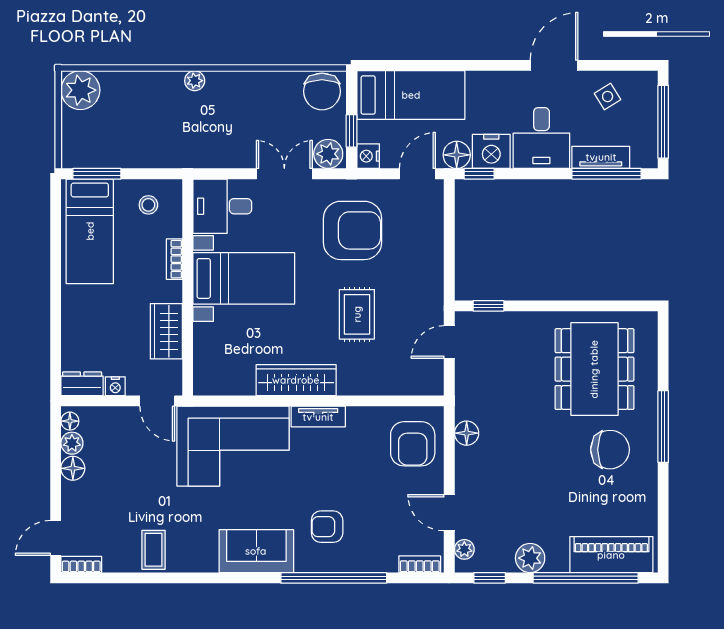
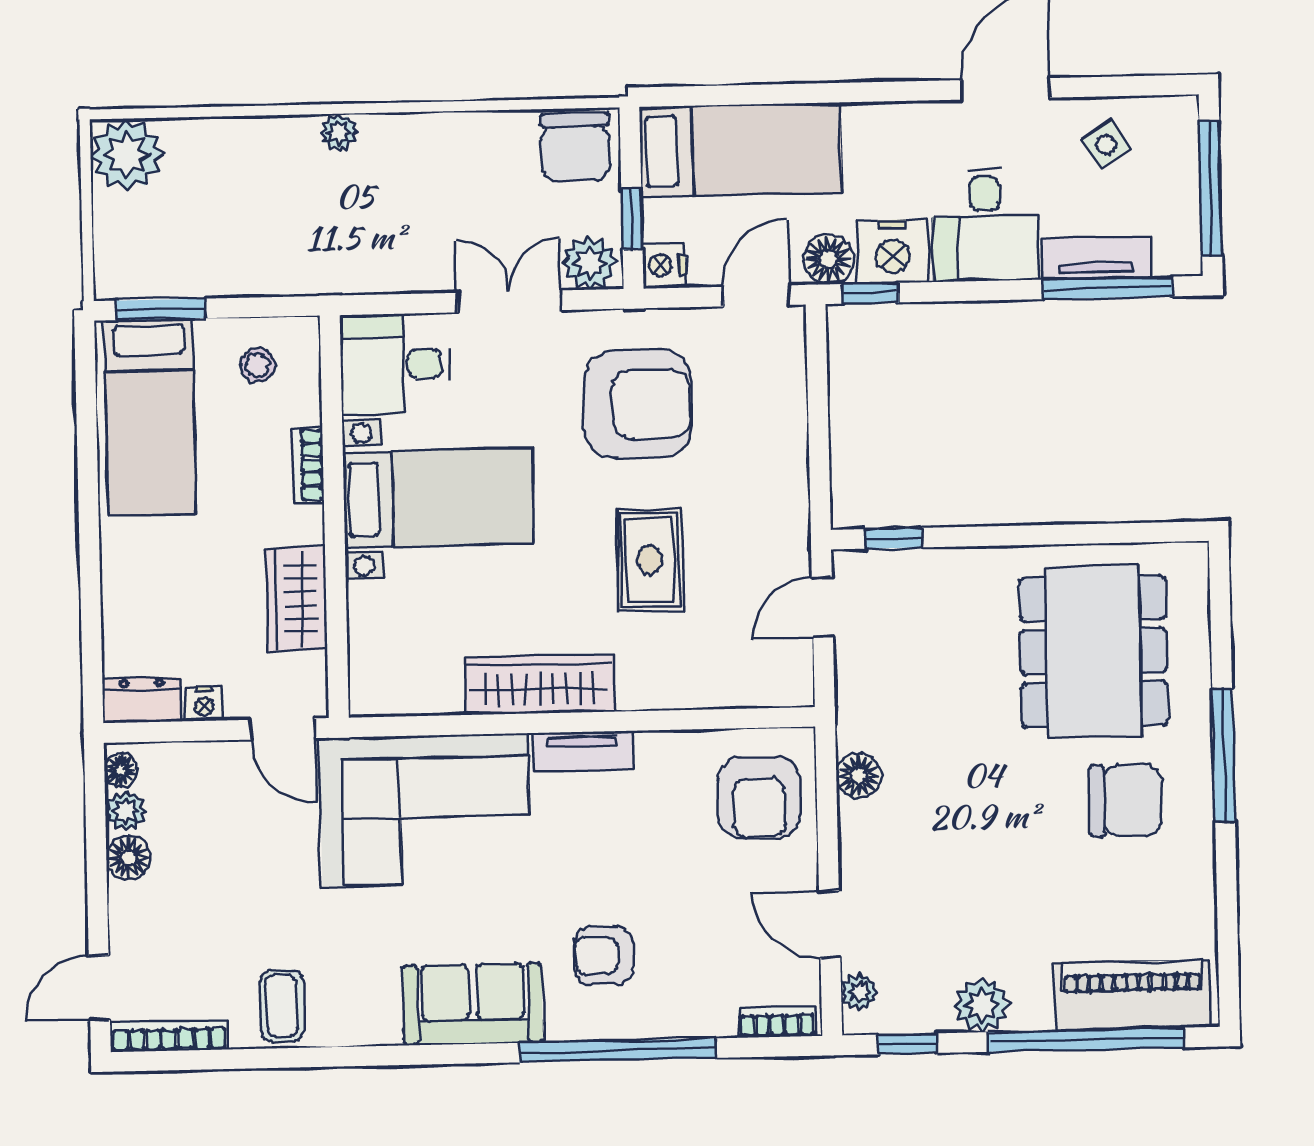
bookcase: (81, 564) -> (169, 1036), width x1.56

